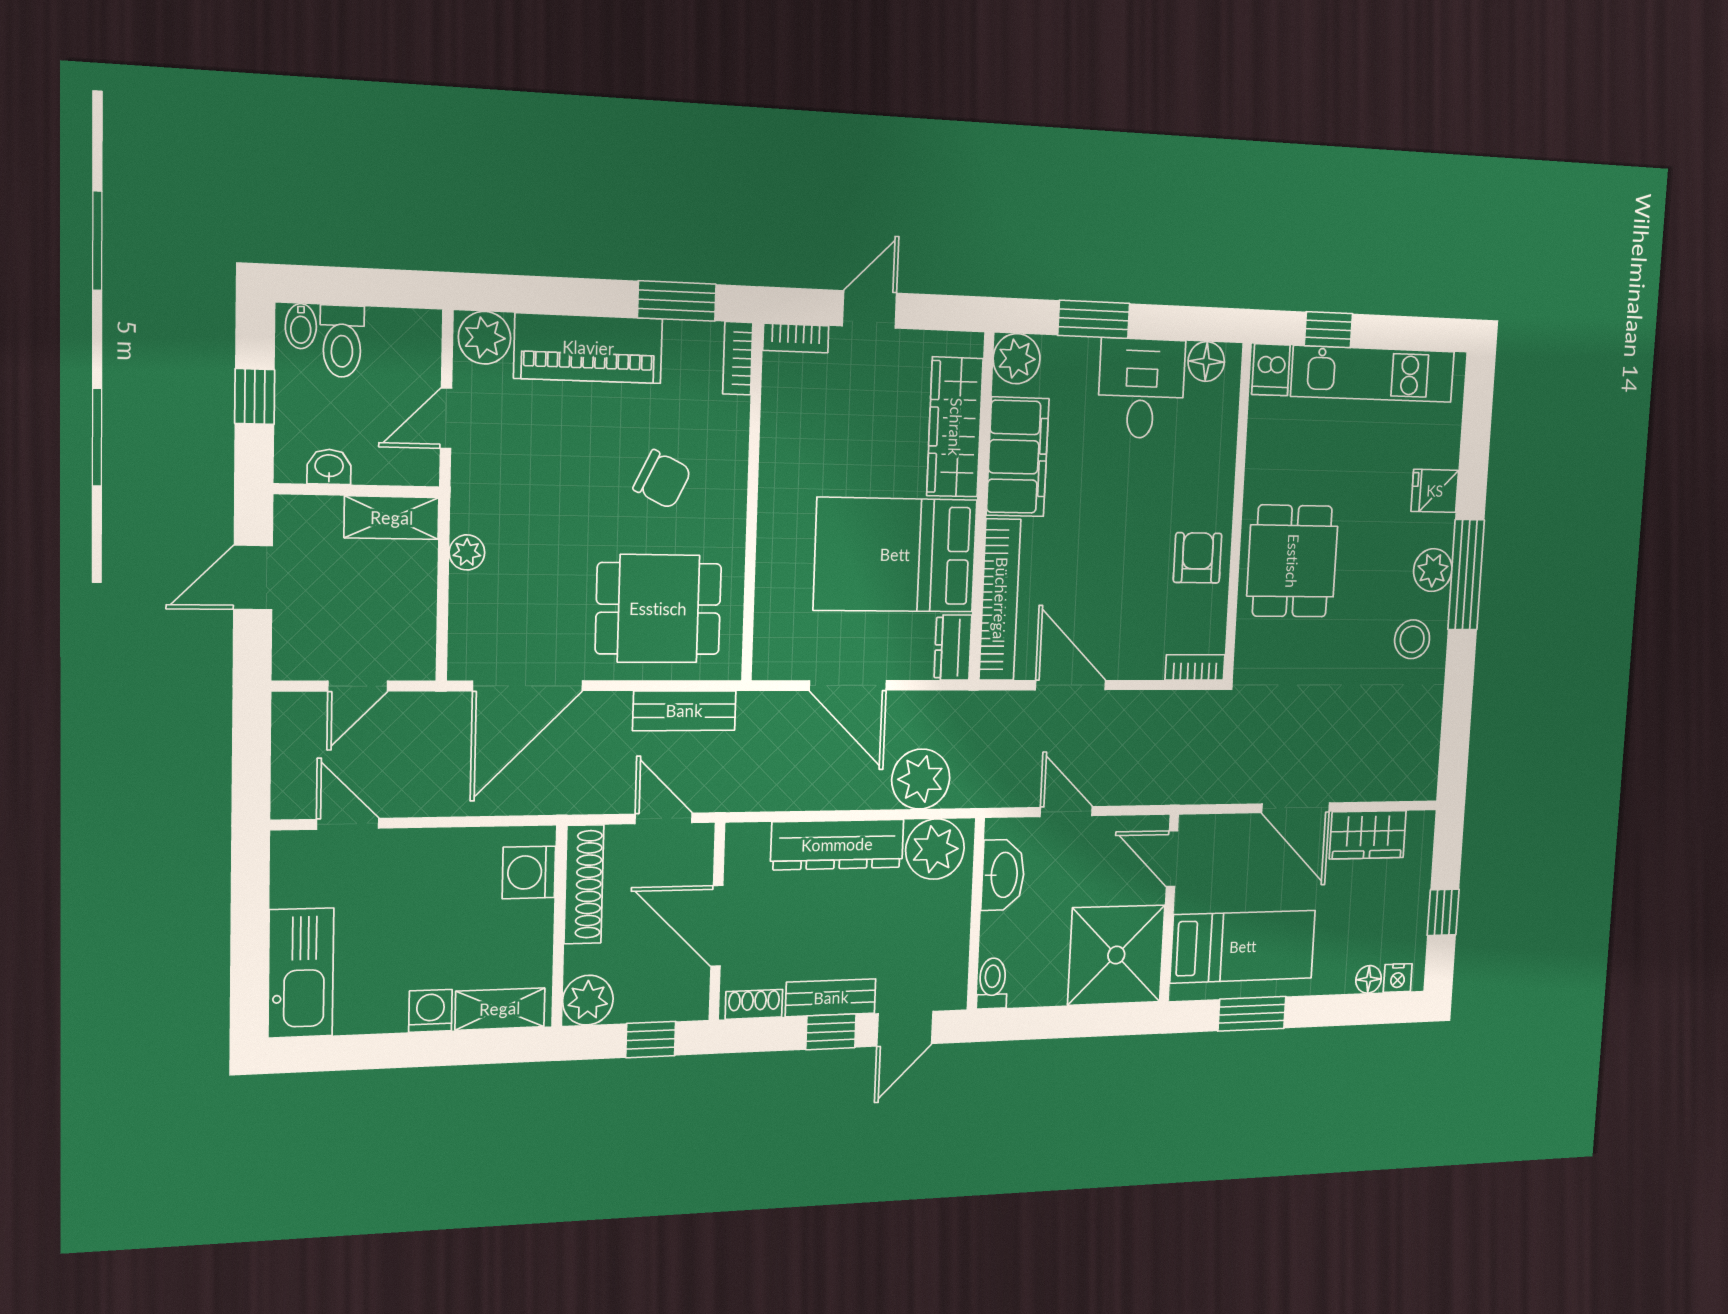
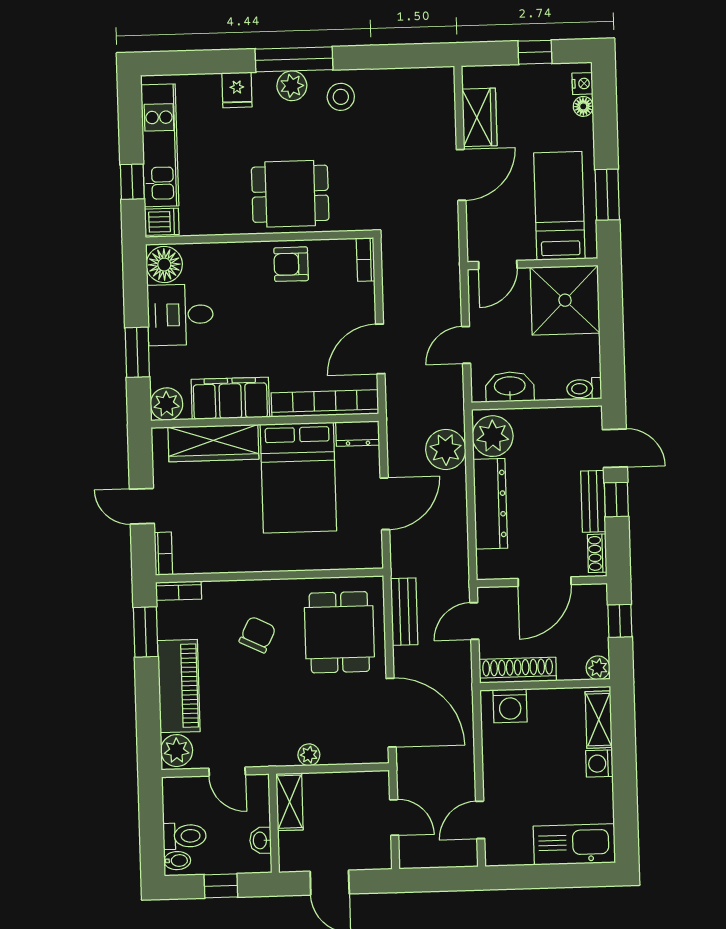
floor lamp: (1206, 361) -> (164, 265), width x1.38, depth x1.38
plant: (588, 1000) -> (598, 668), width x0.73, depth x0.73

